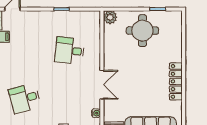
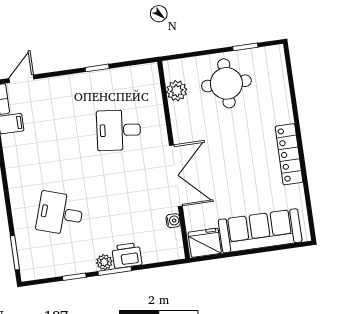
plant: (110, 17) -> (177, 91), moved
double door: (102, 85) -> (176, 176), width x1.37
desk: (25, 98) -> (60, 214), turned 33

